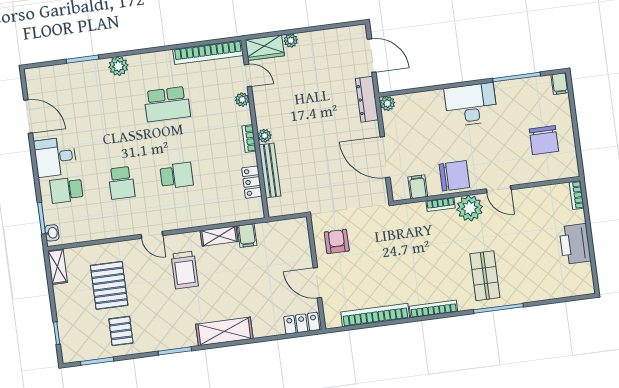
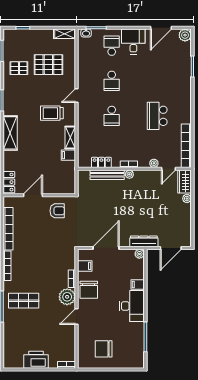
plant: (118, 66) -> (185, 35), moved
filing cabinet: (560, 84) -> (138, 285), moved
school desk: (121, 183) -> (112, 81), turned -90

